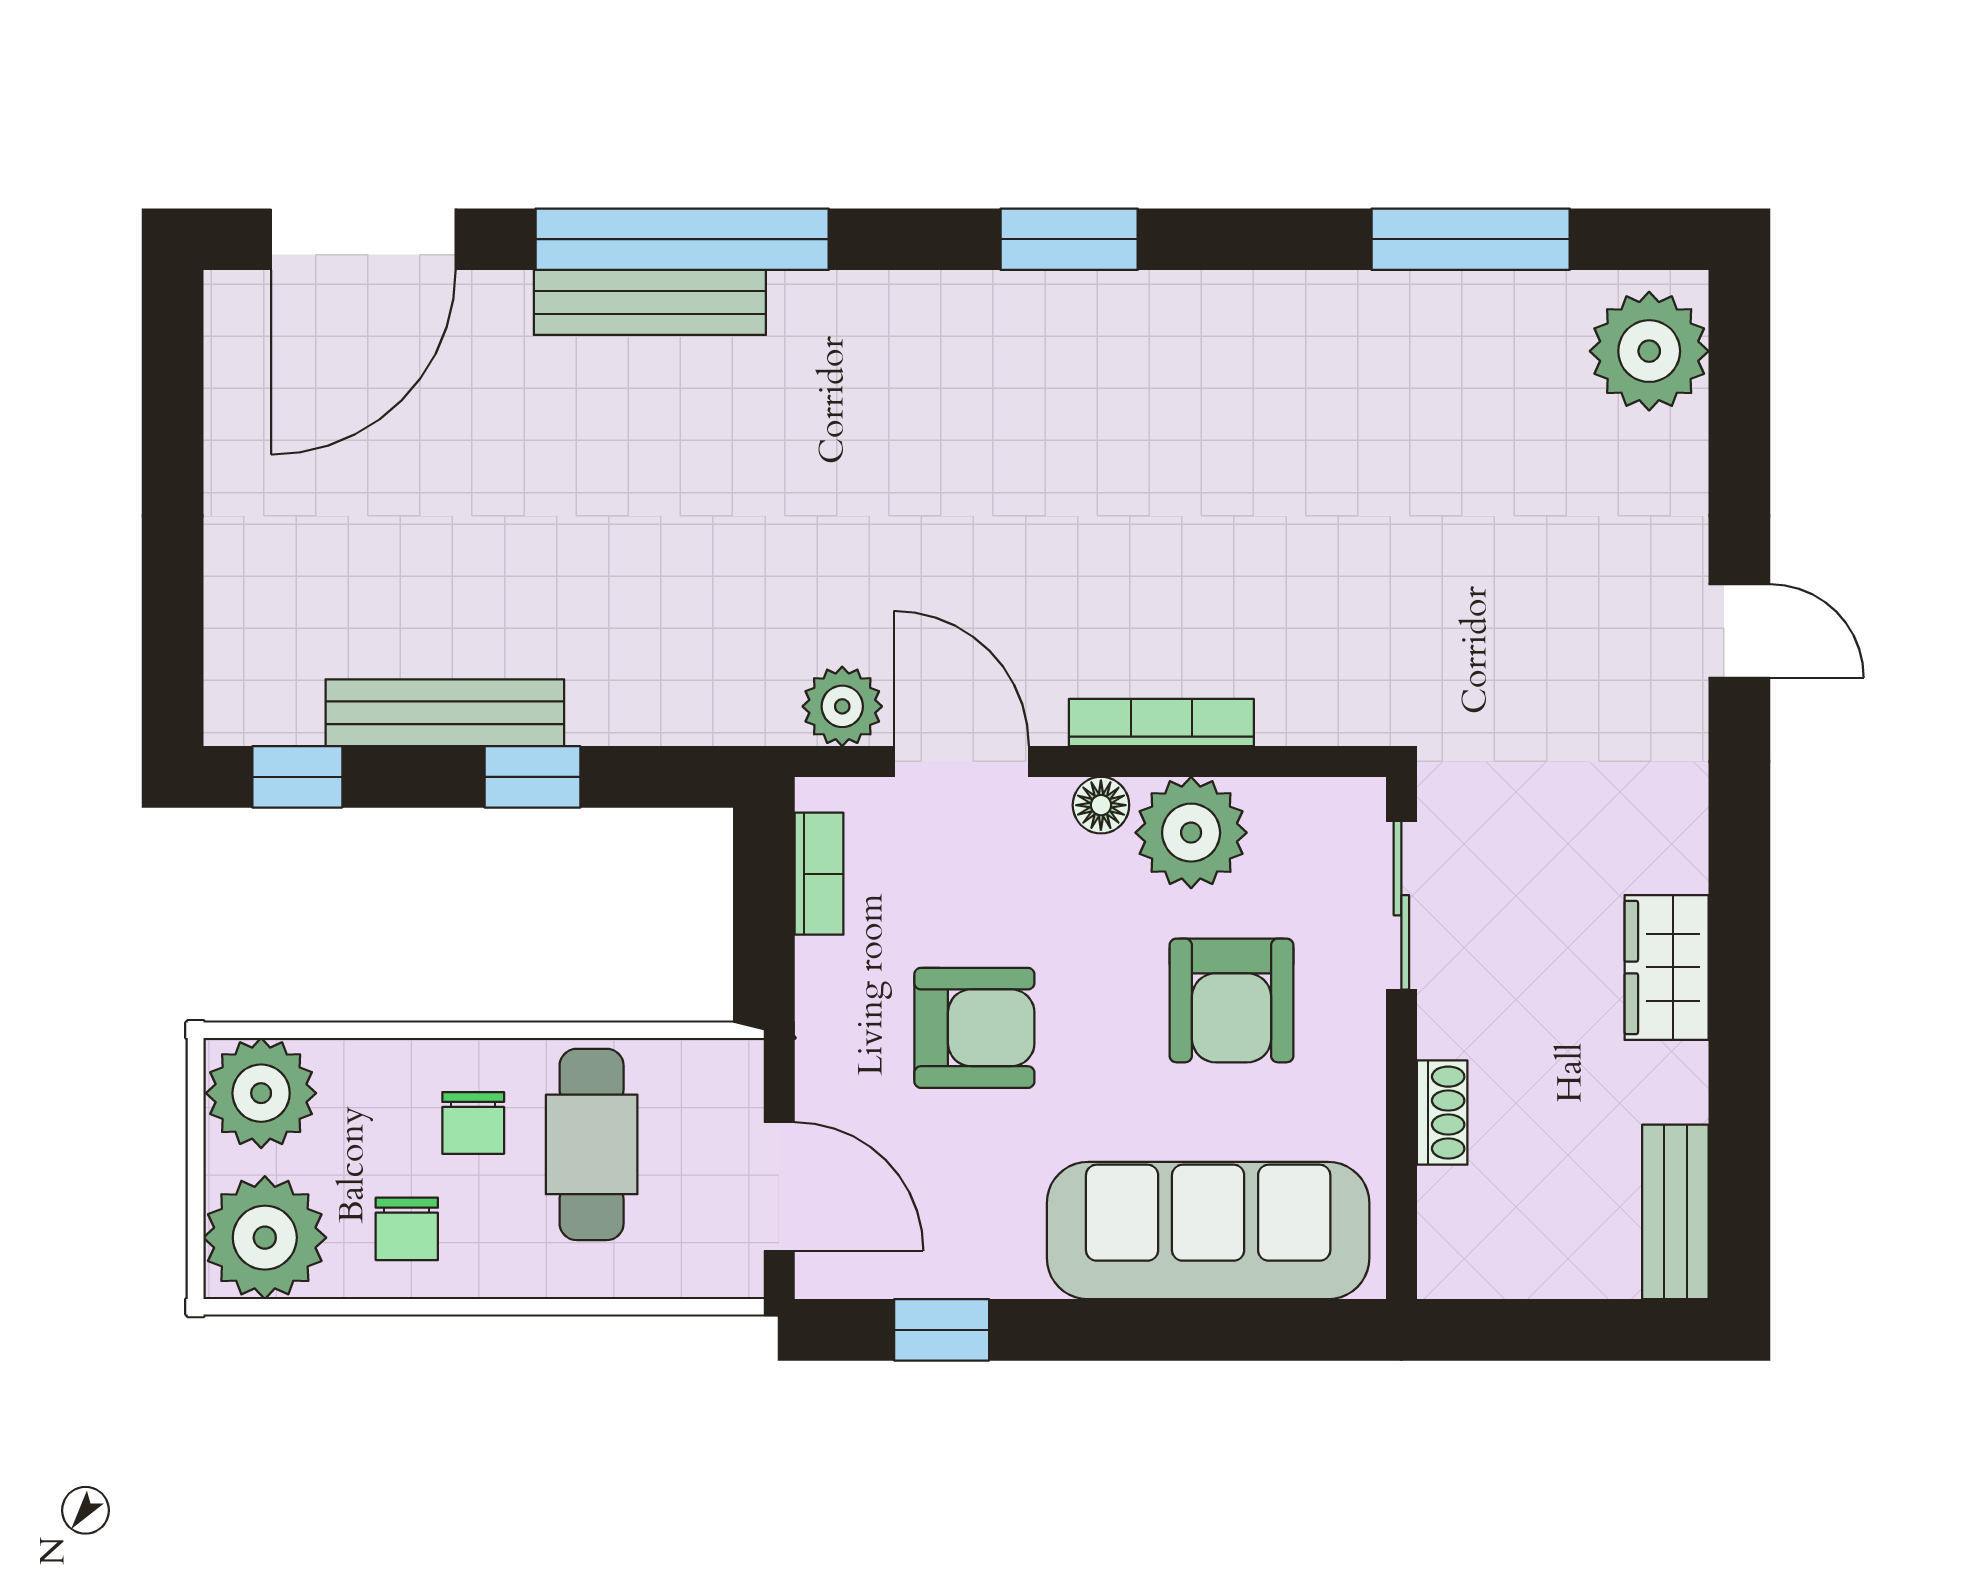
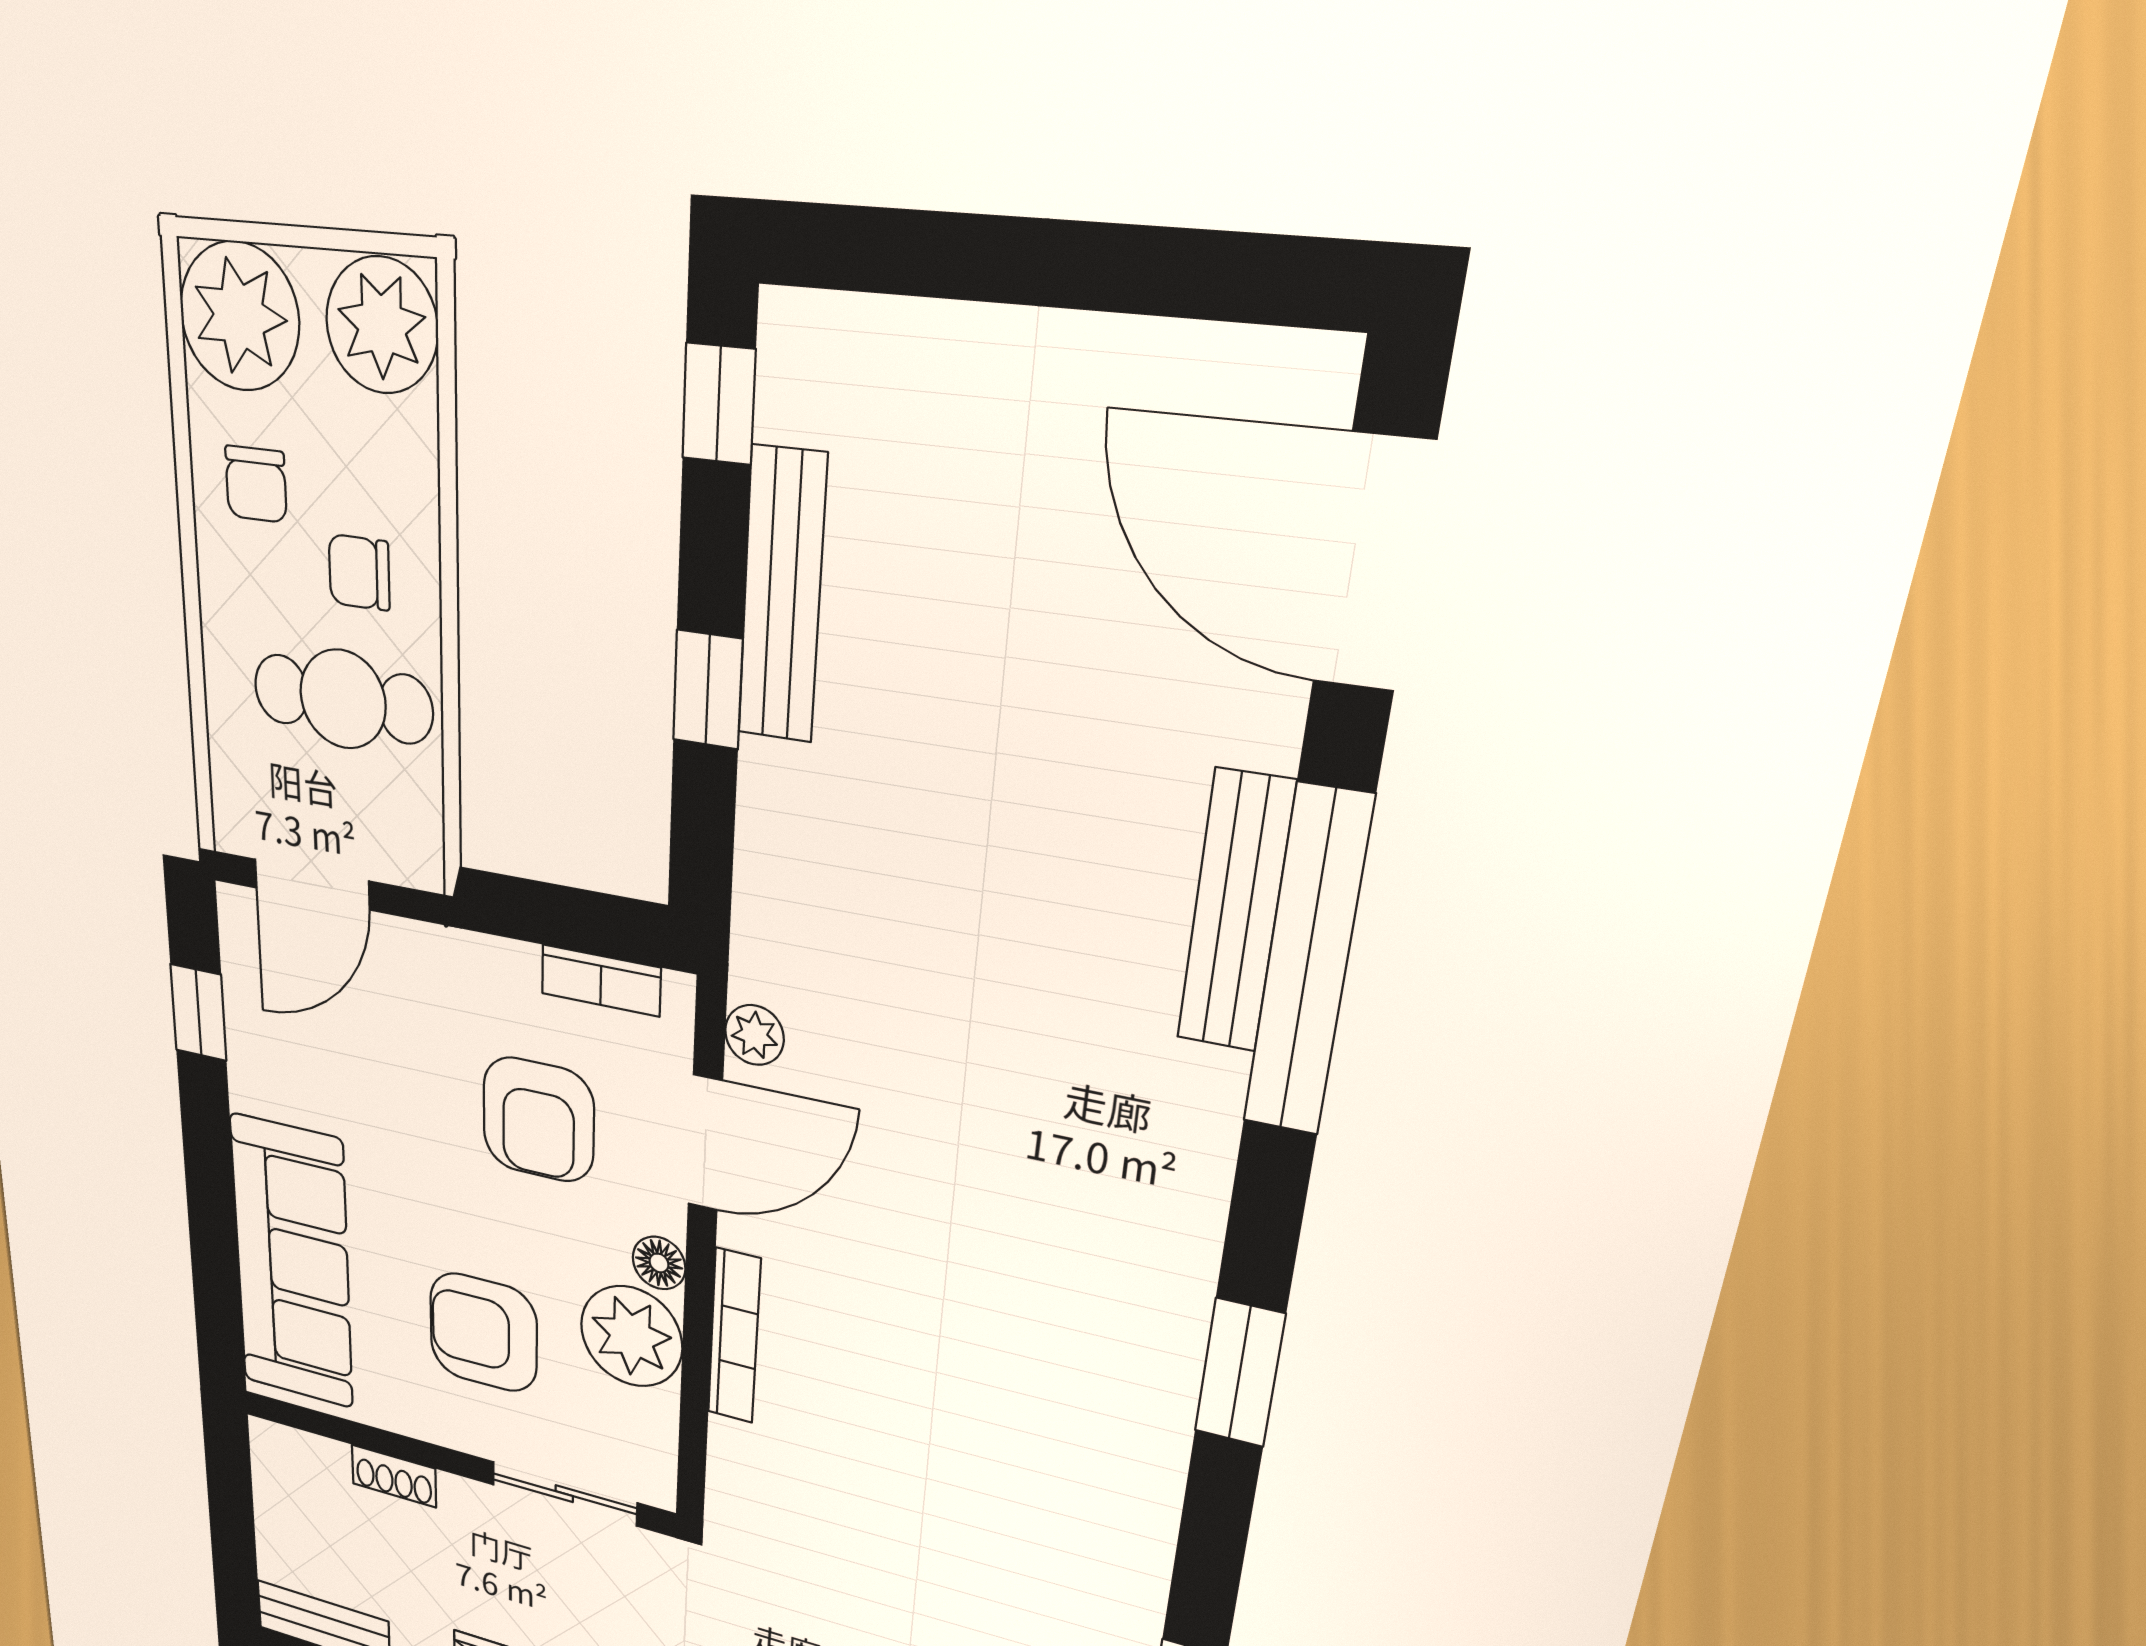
plant: (842, 706) -> (754, 1035), width x0.73, depth x0.73
armchair: (974, 1028) -> (538, 1120), moved
chair: (407, 1229) -> (256, 484), turned -90

